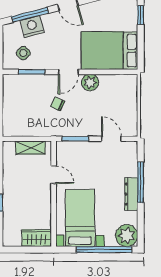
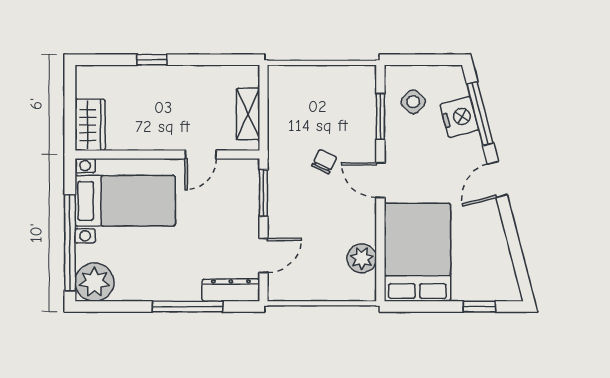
plant: (90, 82) -> (362, 258), moved
dresser: (131, 194) -> (231, 290), moved

